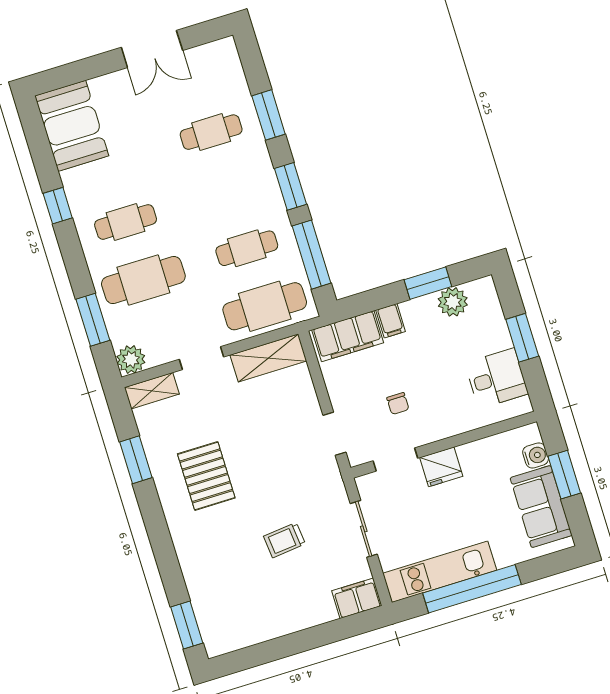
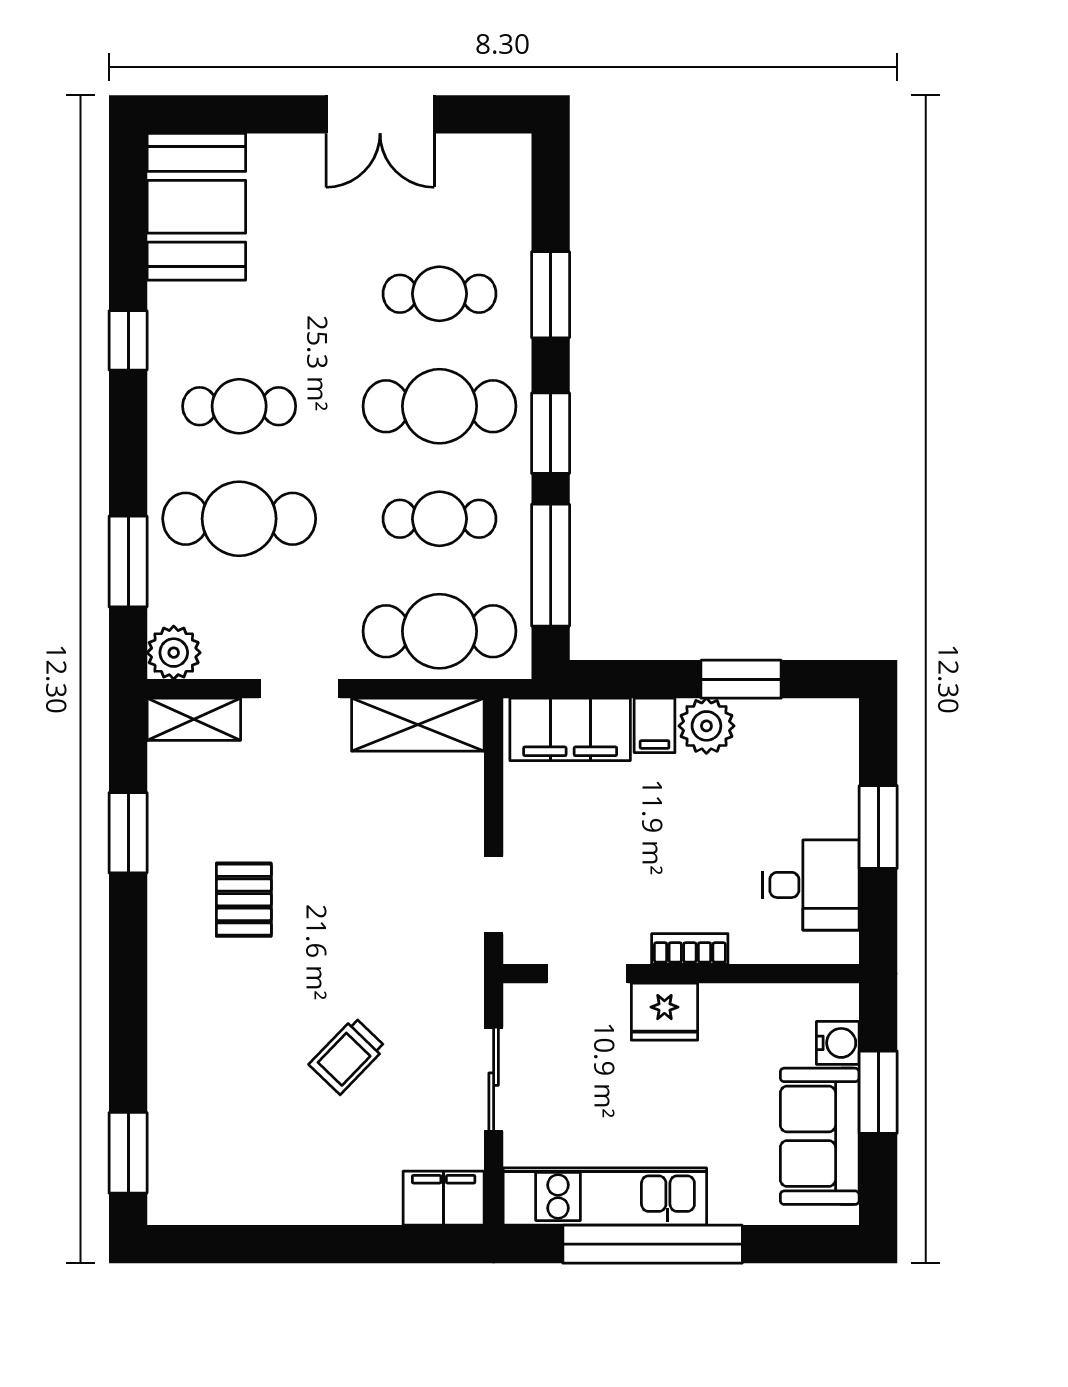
cafe table: (229, 190) -> (439, 406), added
plant: (453, 302) -> (706, 726), moved
chair: (398, 404) -> (622, 876), removed
bookcase: (444, 430) -> (690, 949), added
pallet: (206, 476) -> (244, 900), width x0.67, depth x0.71
trolley: (284, 540) -> (347, 1056), turned -40

